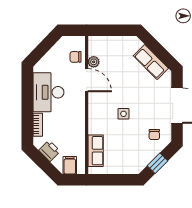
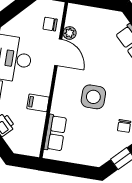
side table: (123, 114) -> (93, 97), width x1.87, depth x1.87
filing cabinet: (70, 165) -> (38, 103), moved, turned -90

